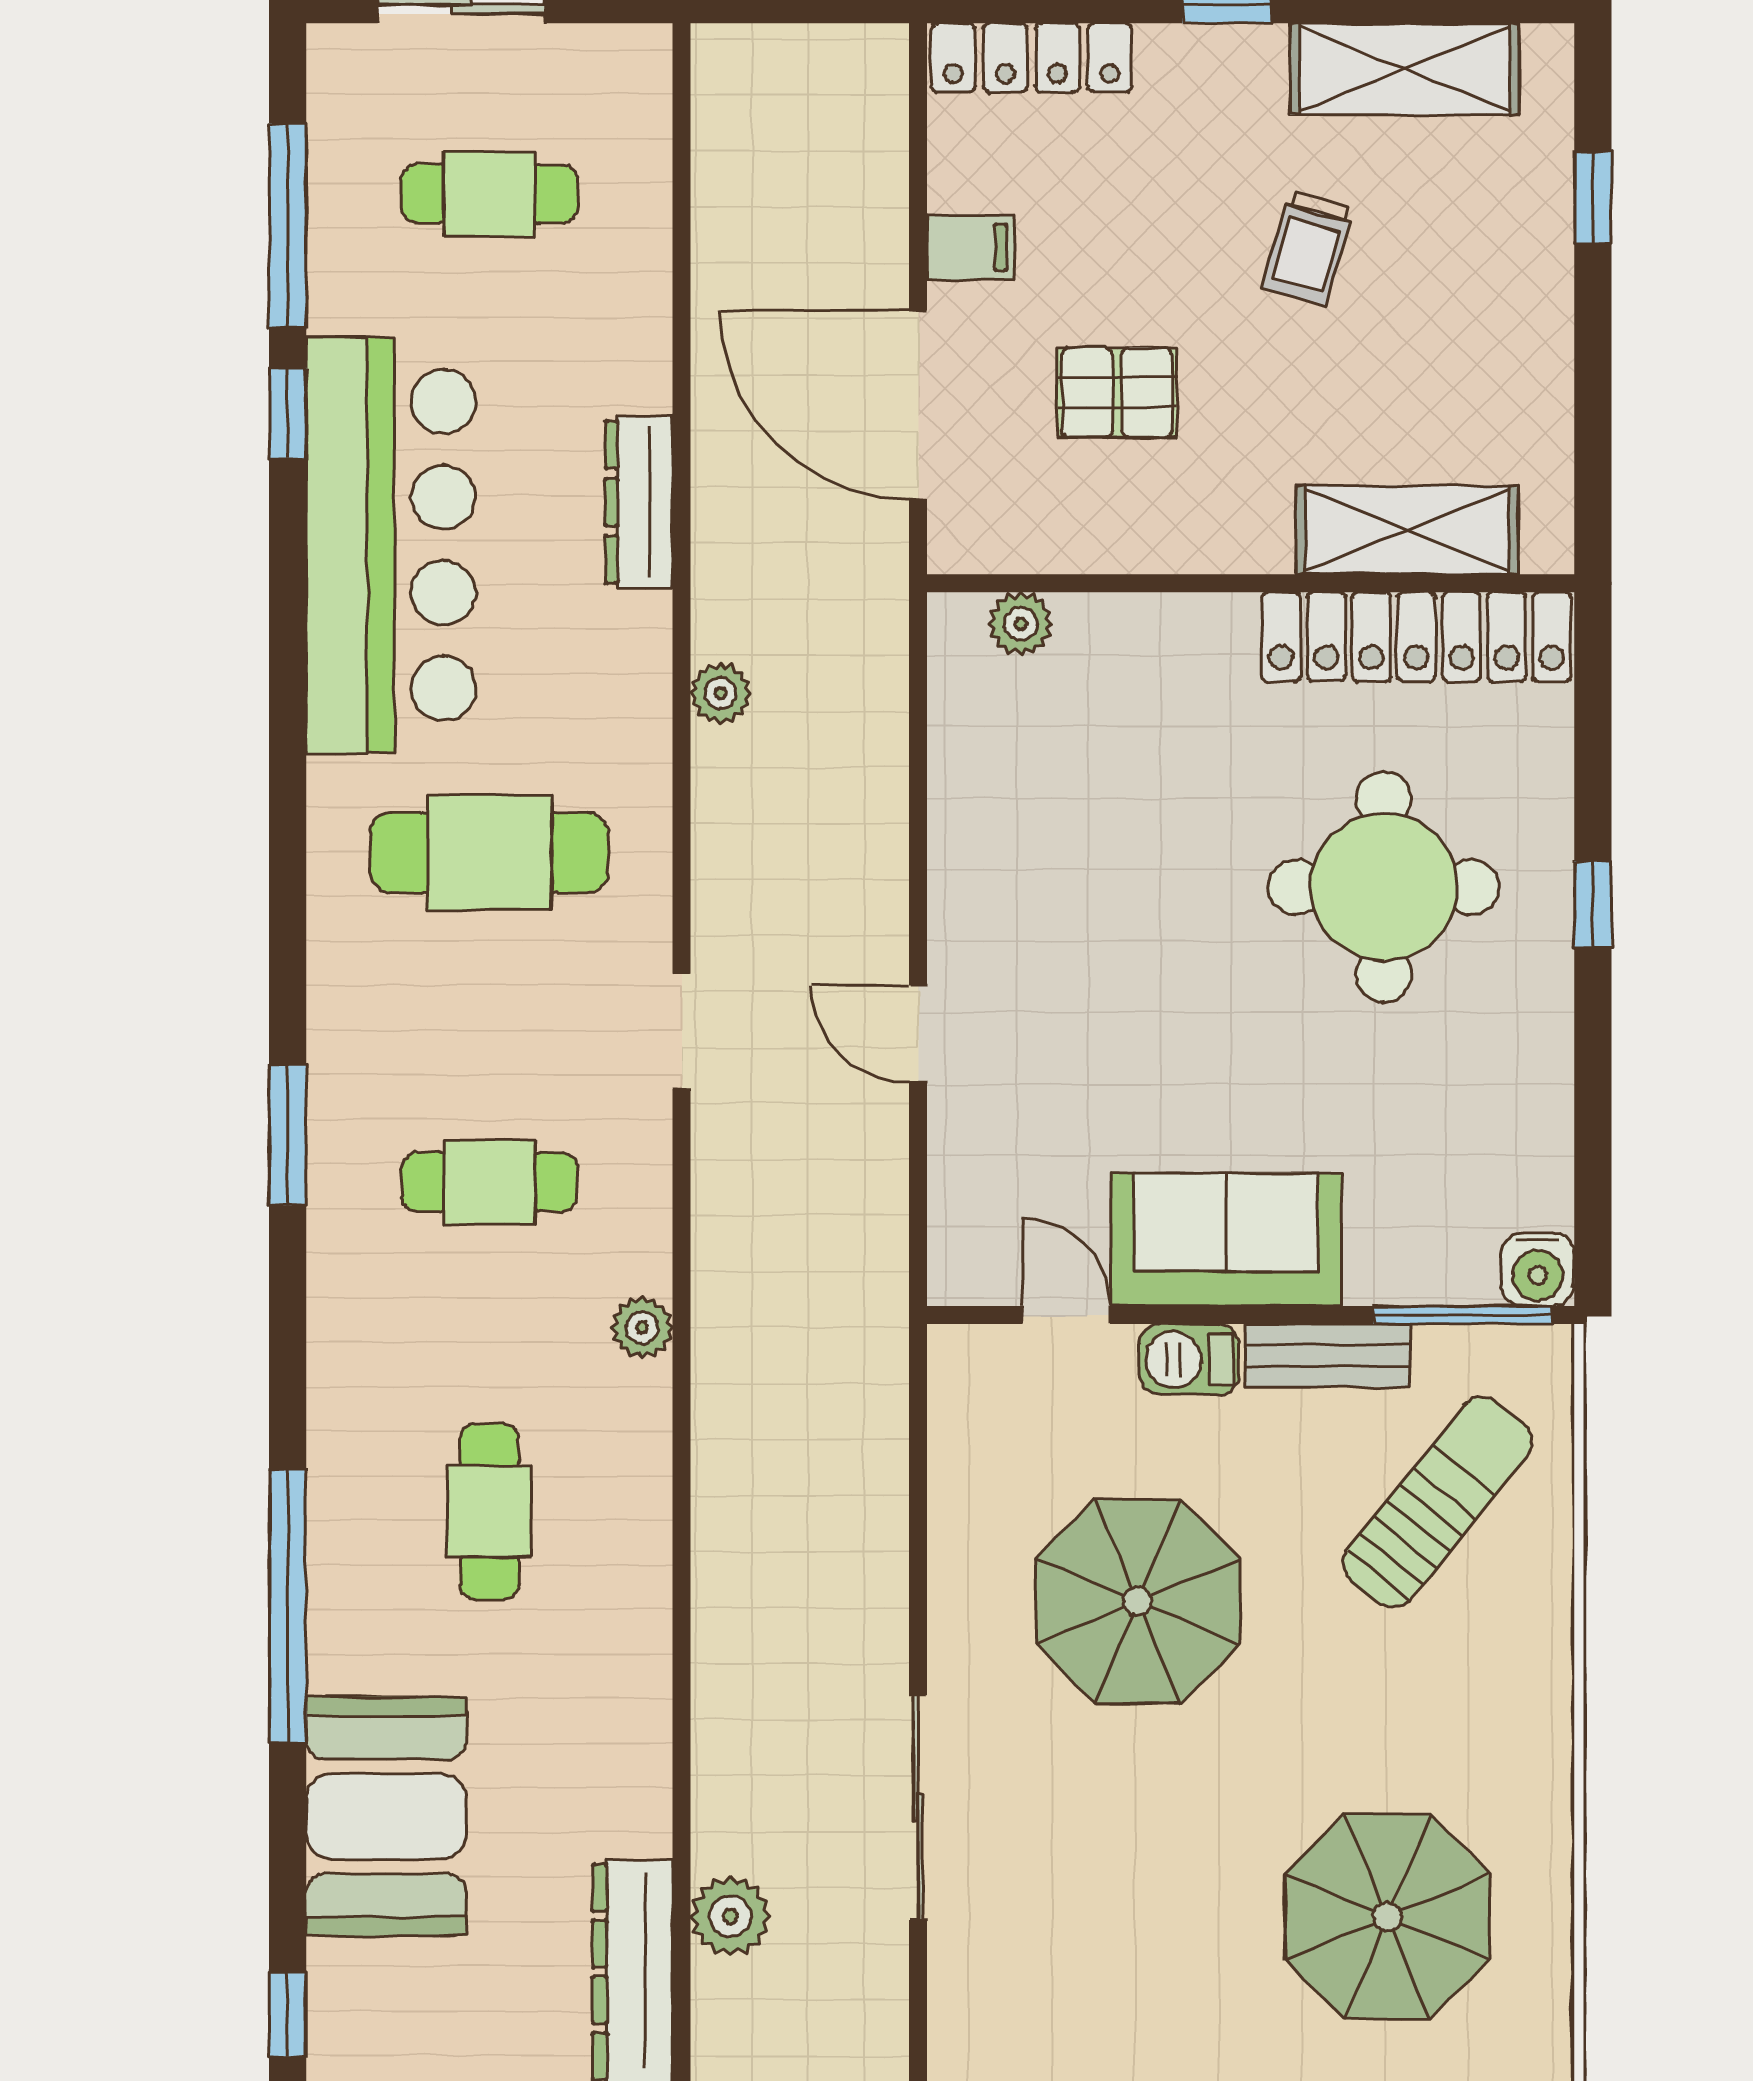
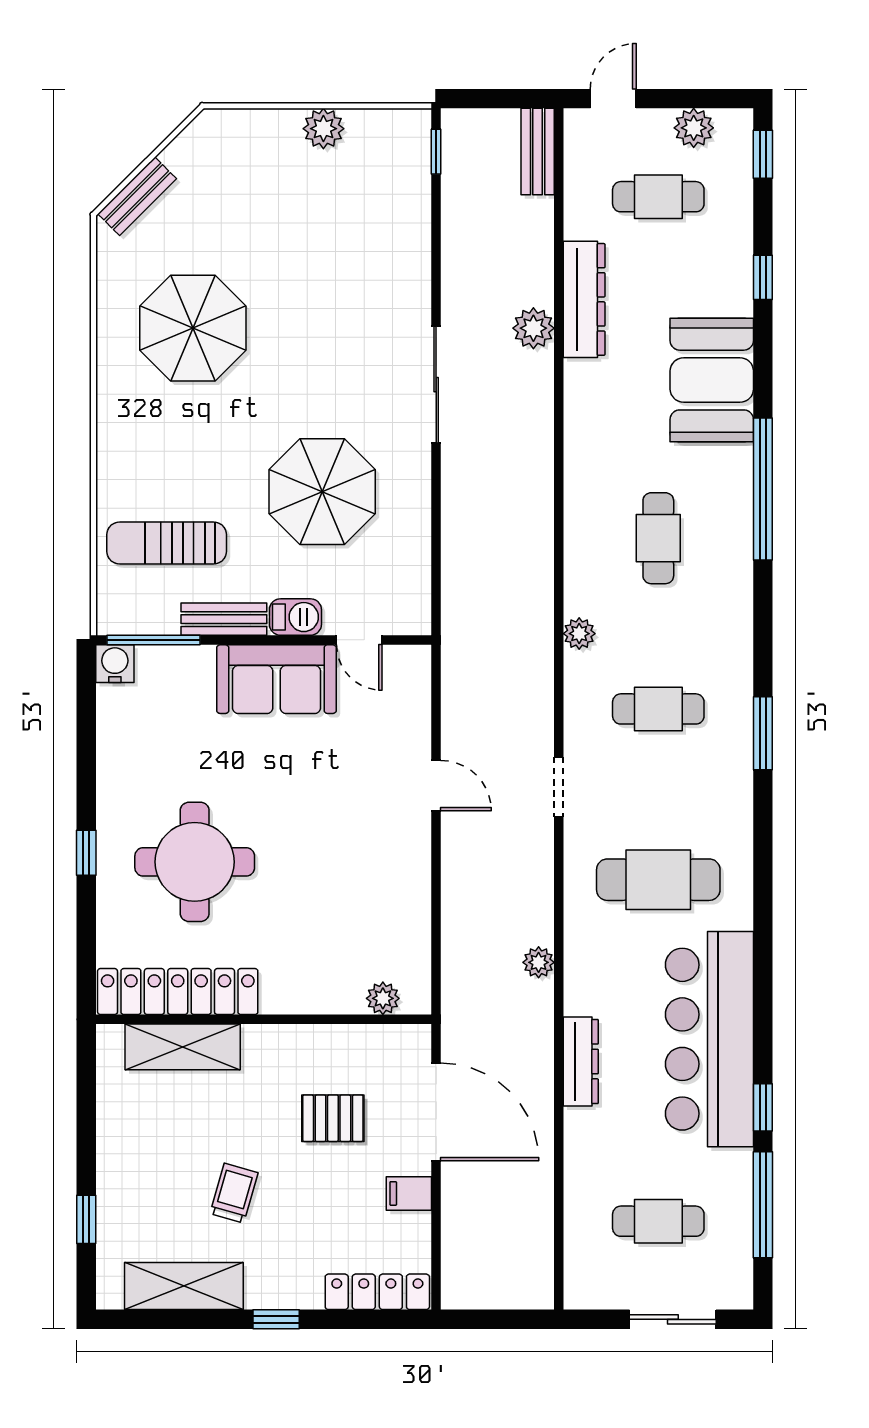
sun lounger: (1438, 1502) -> (167, 543), turned 51

